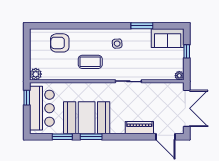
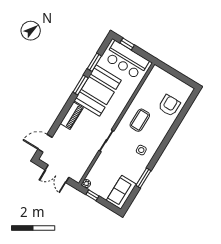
window: (187, 51) -> (92, 195), moved
plant: (36, 74) -> (156, 71), removed
window: (27, 98) -> (127, 44), moved
double door: (187, 108) -> (57, 174), width x0.73
piano: (139, 128) -> (72, 116), moved

